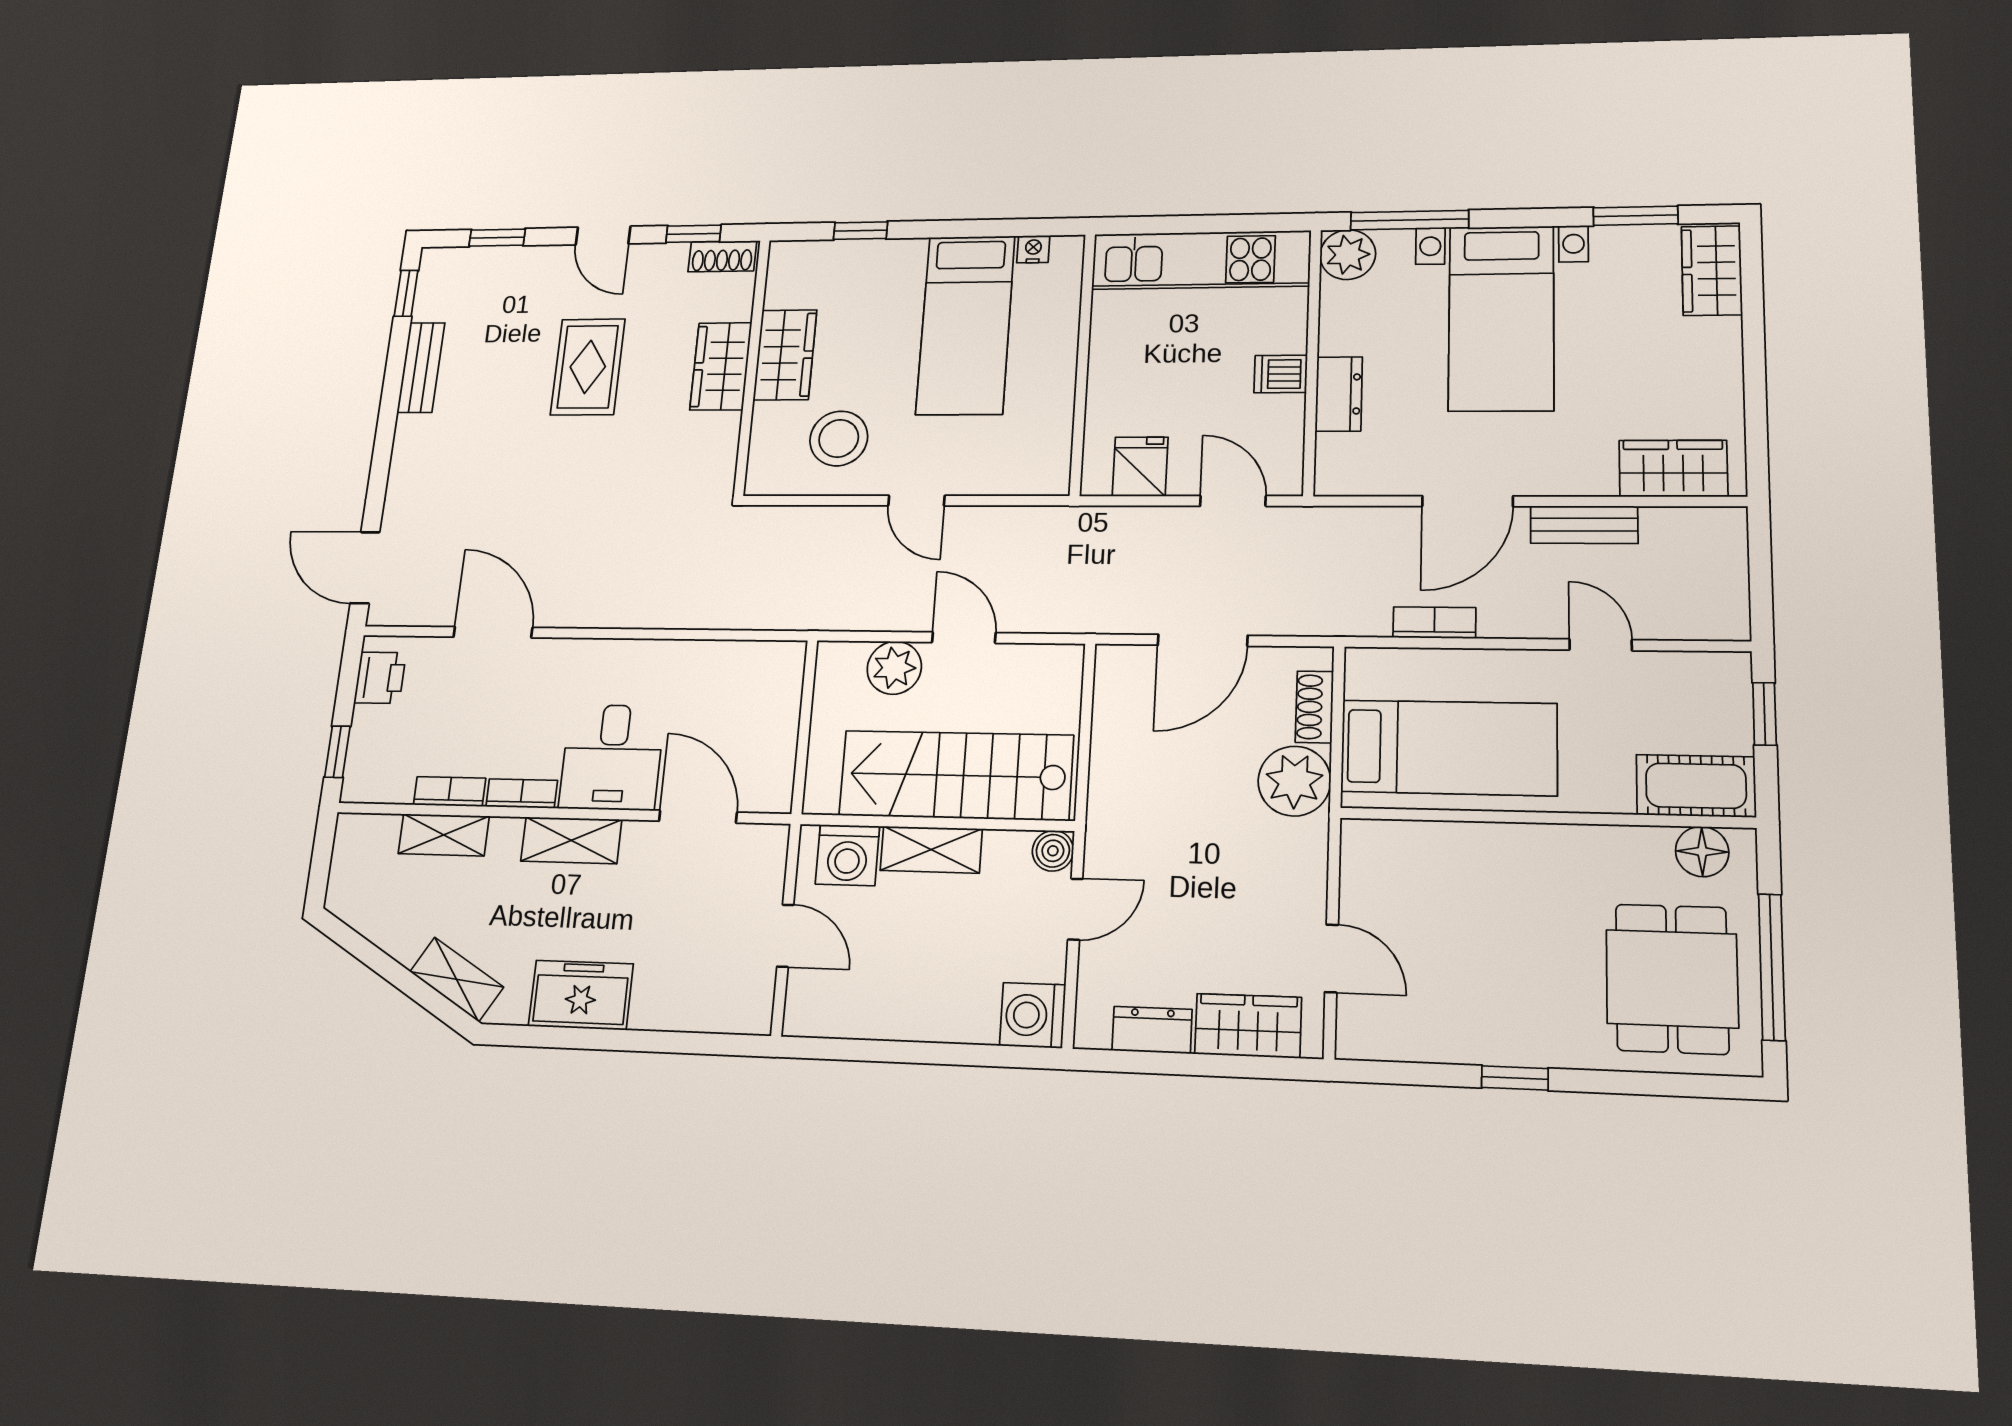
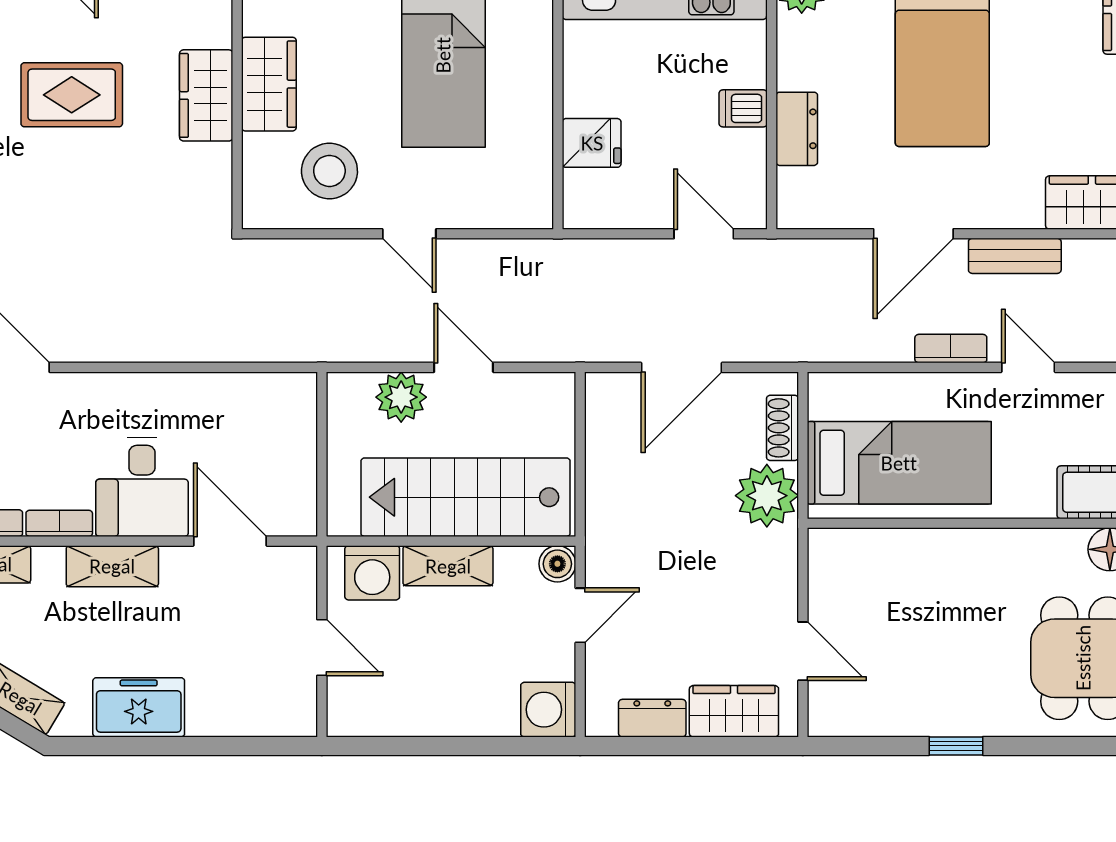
rug: (588, 367) -> (72, 95), turned 90
fridge: (1140, 467) -> (592, 143), moved, turned 90
bookcase: (1434, 623) -> (951, 349), moved

